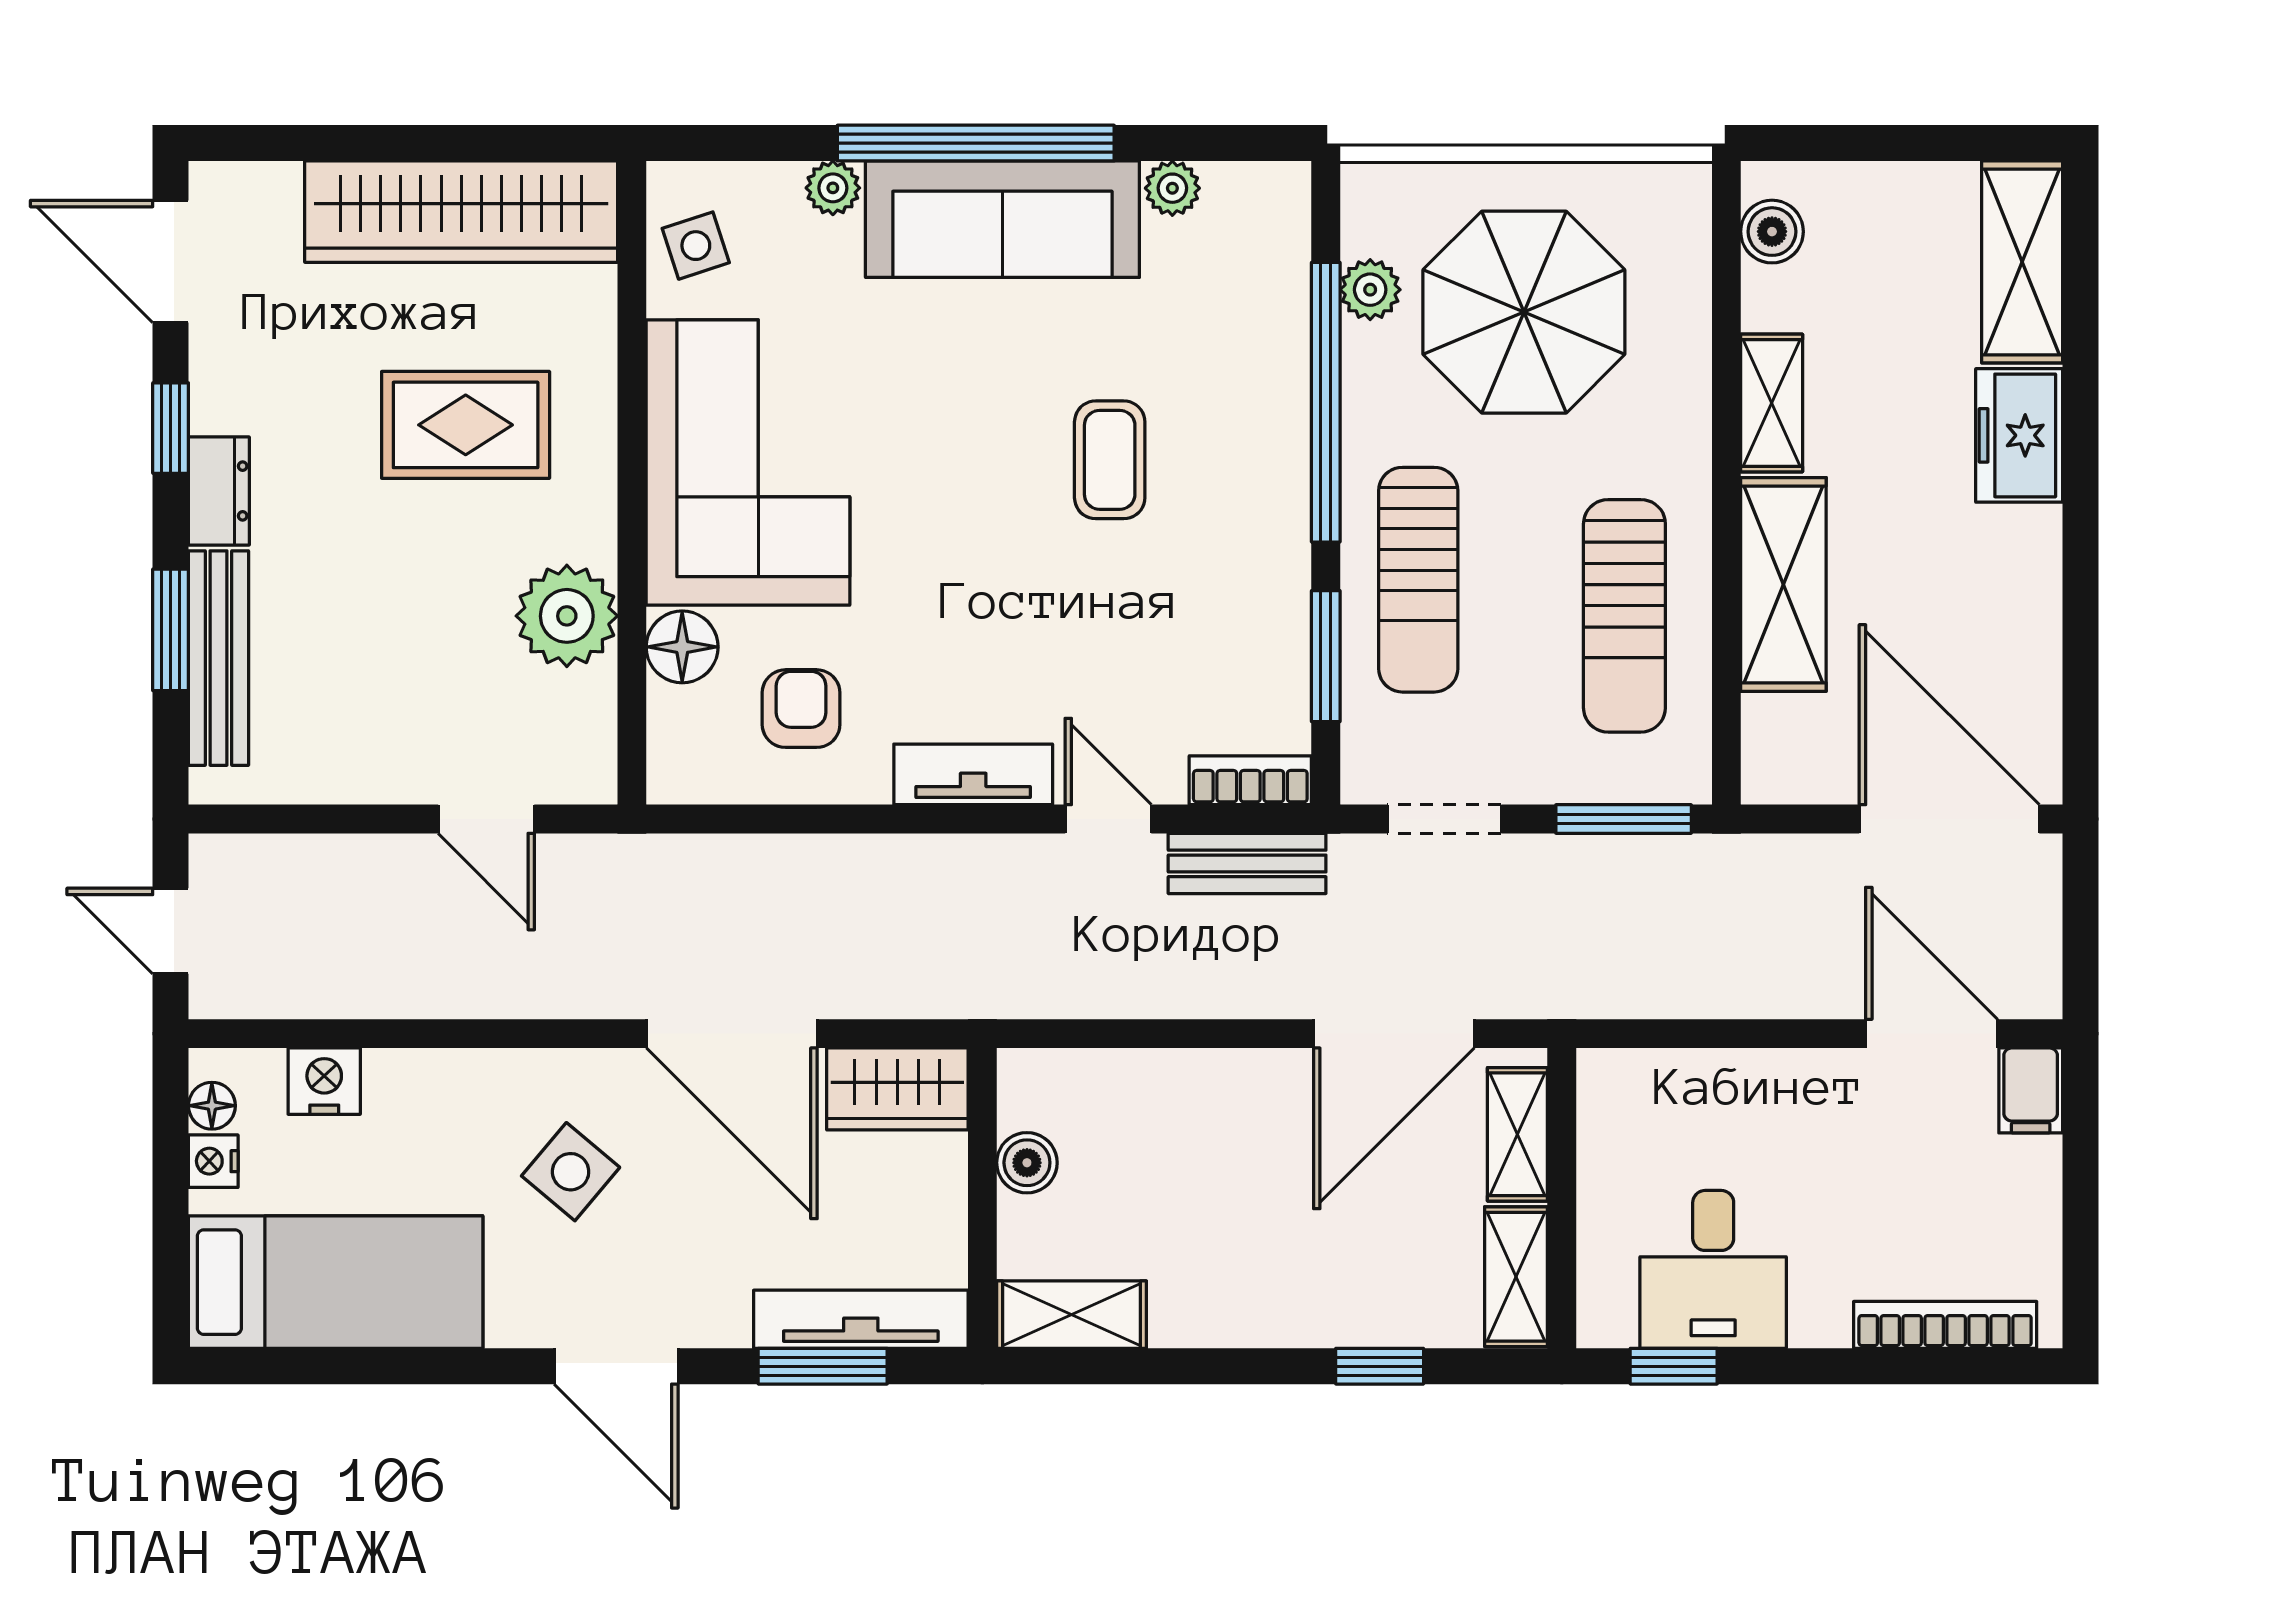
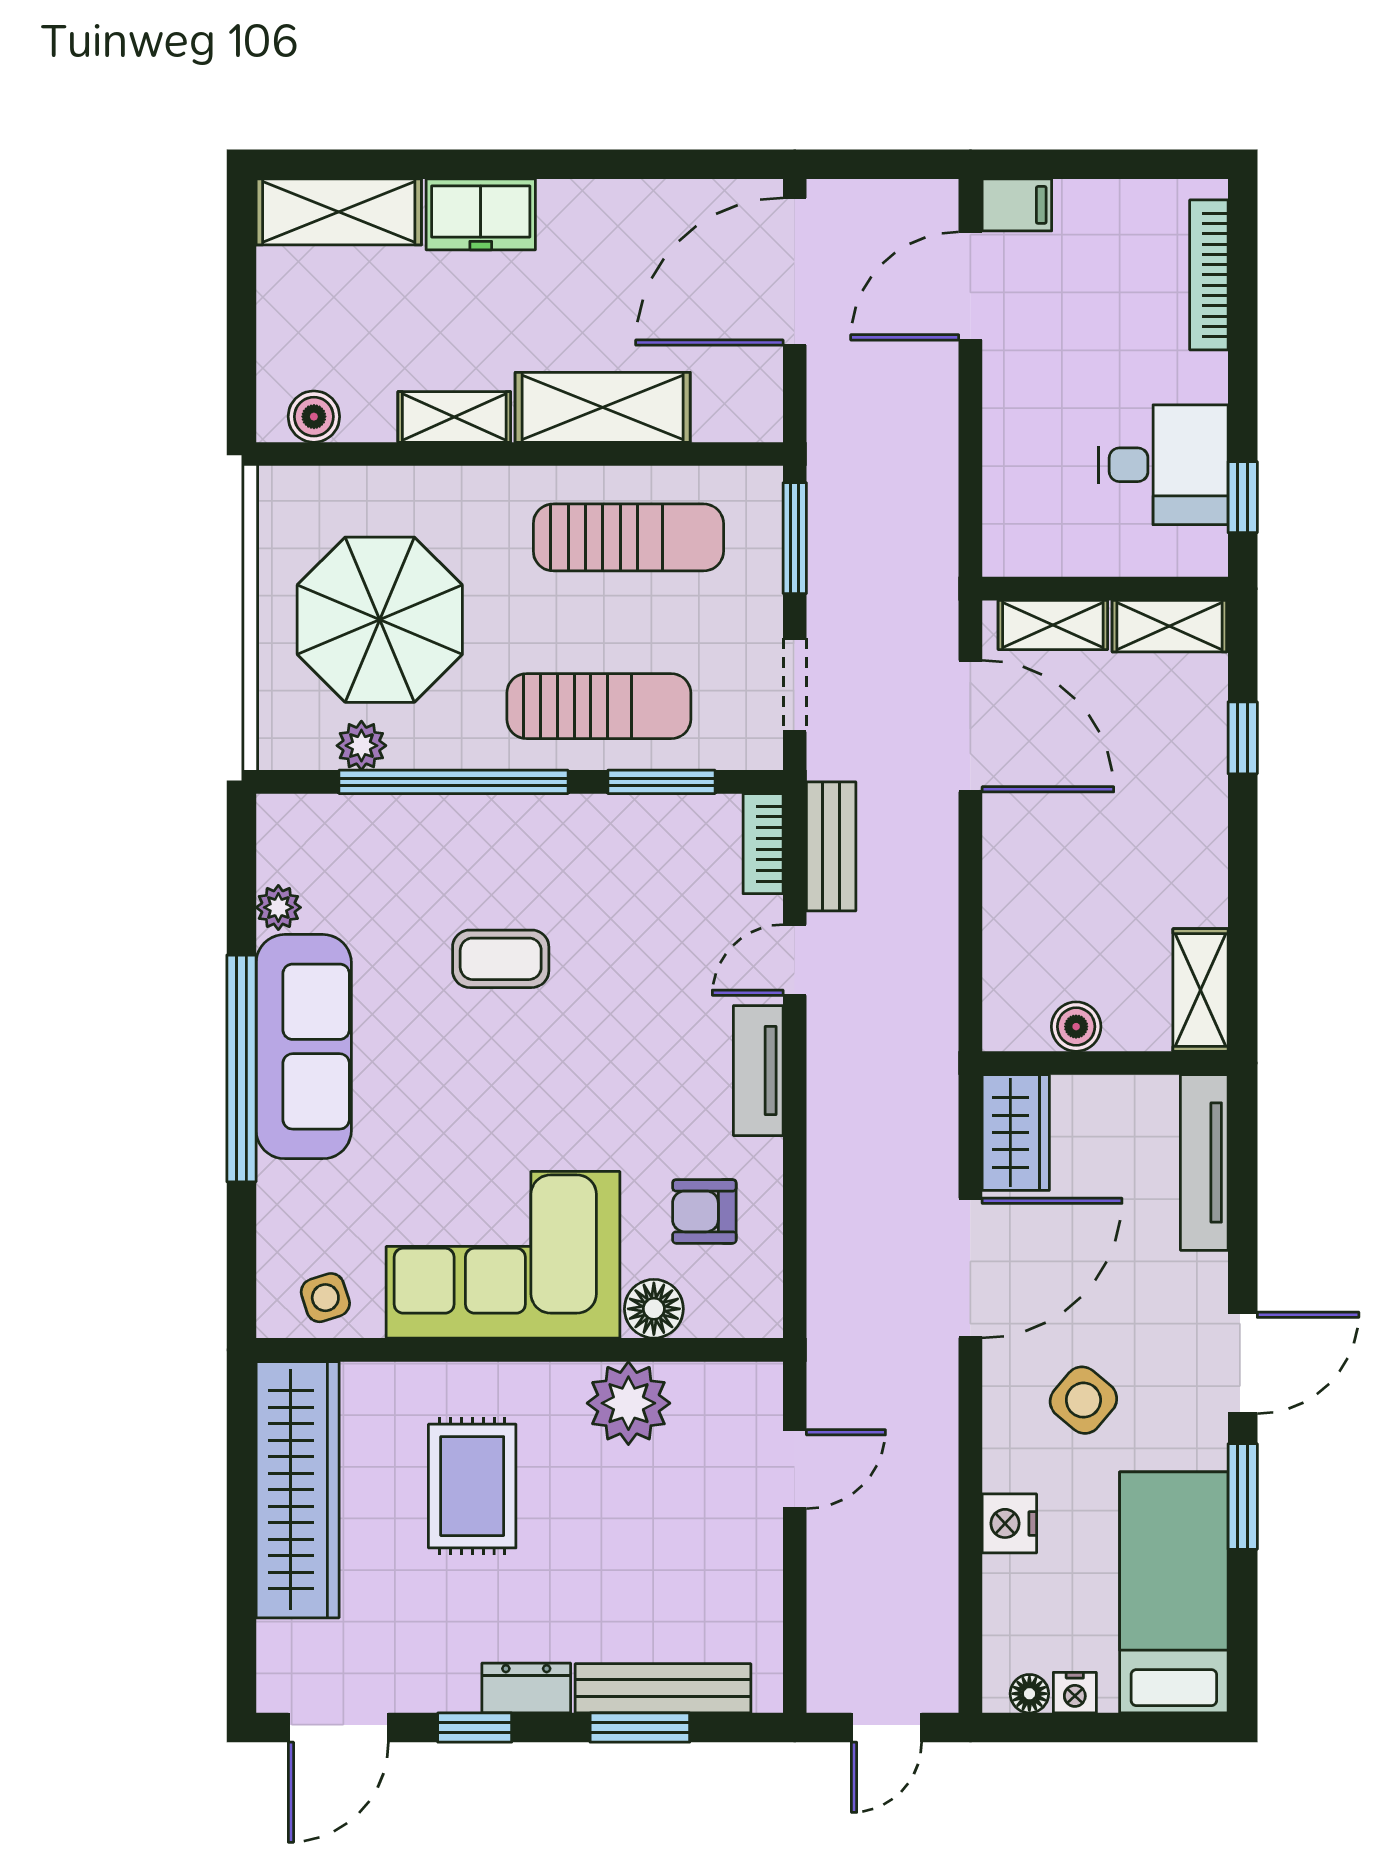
plant: (833, 188) -> (278, 1185), removed
nightstand: (324, 1081) -> (1009, 1523), moved
window: (823, 1366) -> (1243, 1496), moved

